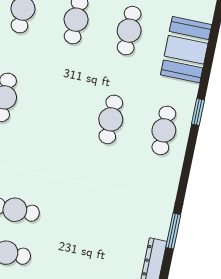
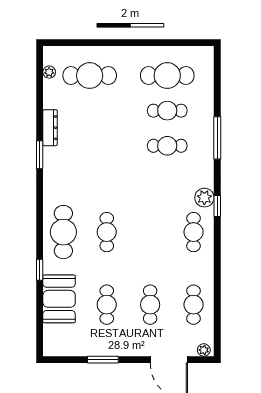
window: (198, 112) -> (40, 270), moved
cafe table: (164, 130) -> (63, 232), width x1.37, depth x1.35

